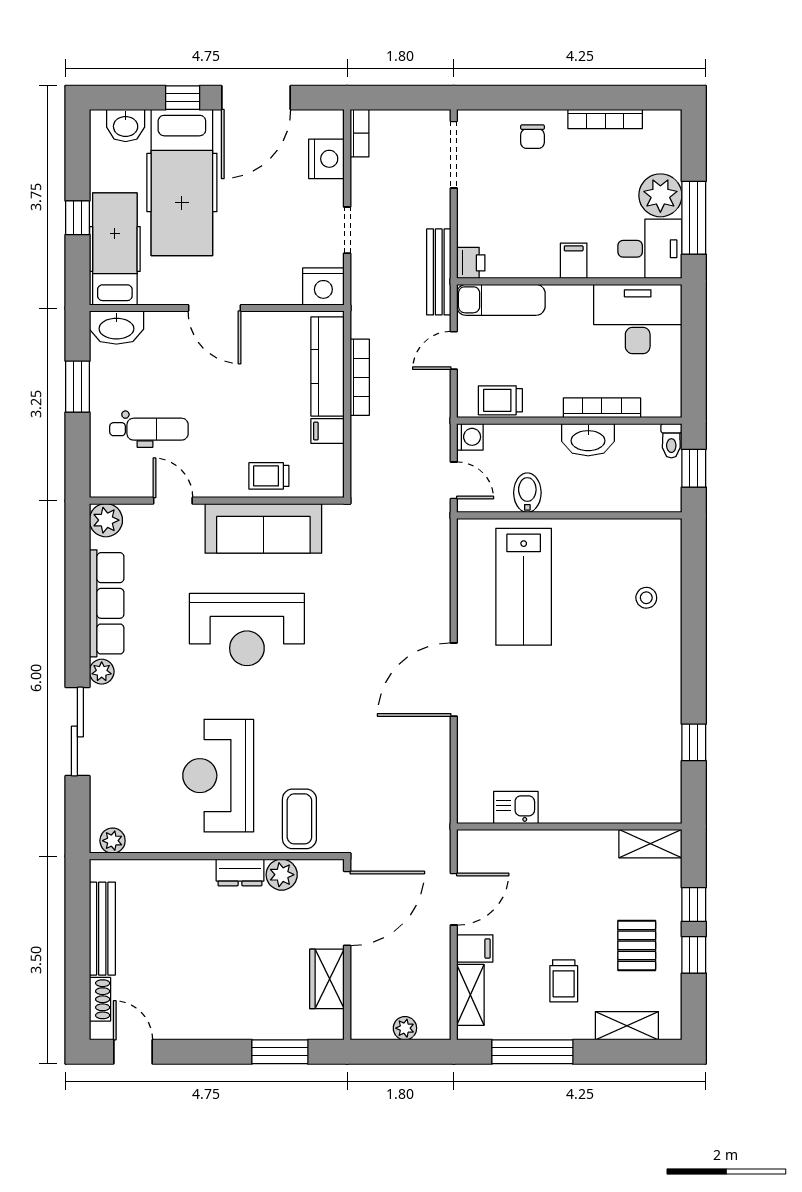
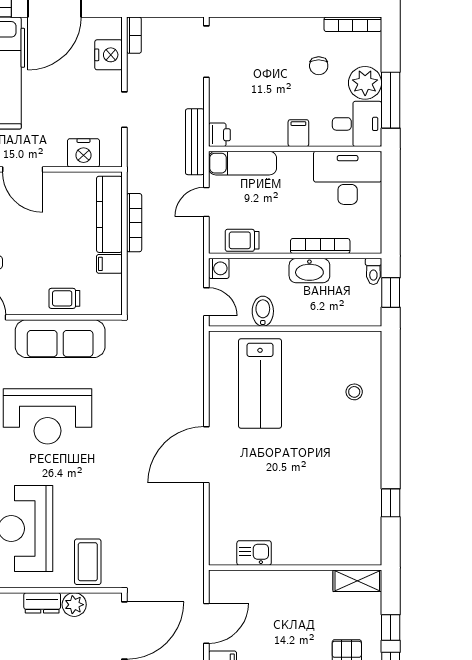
bookcase: (605, 119) -> (353, 24), moved
chair: (532, 137) -> (319, 66), moved
nightstand: (323, 286) -> (83, 153), moved

